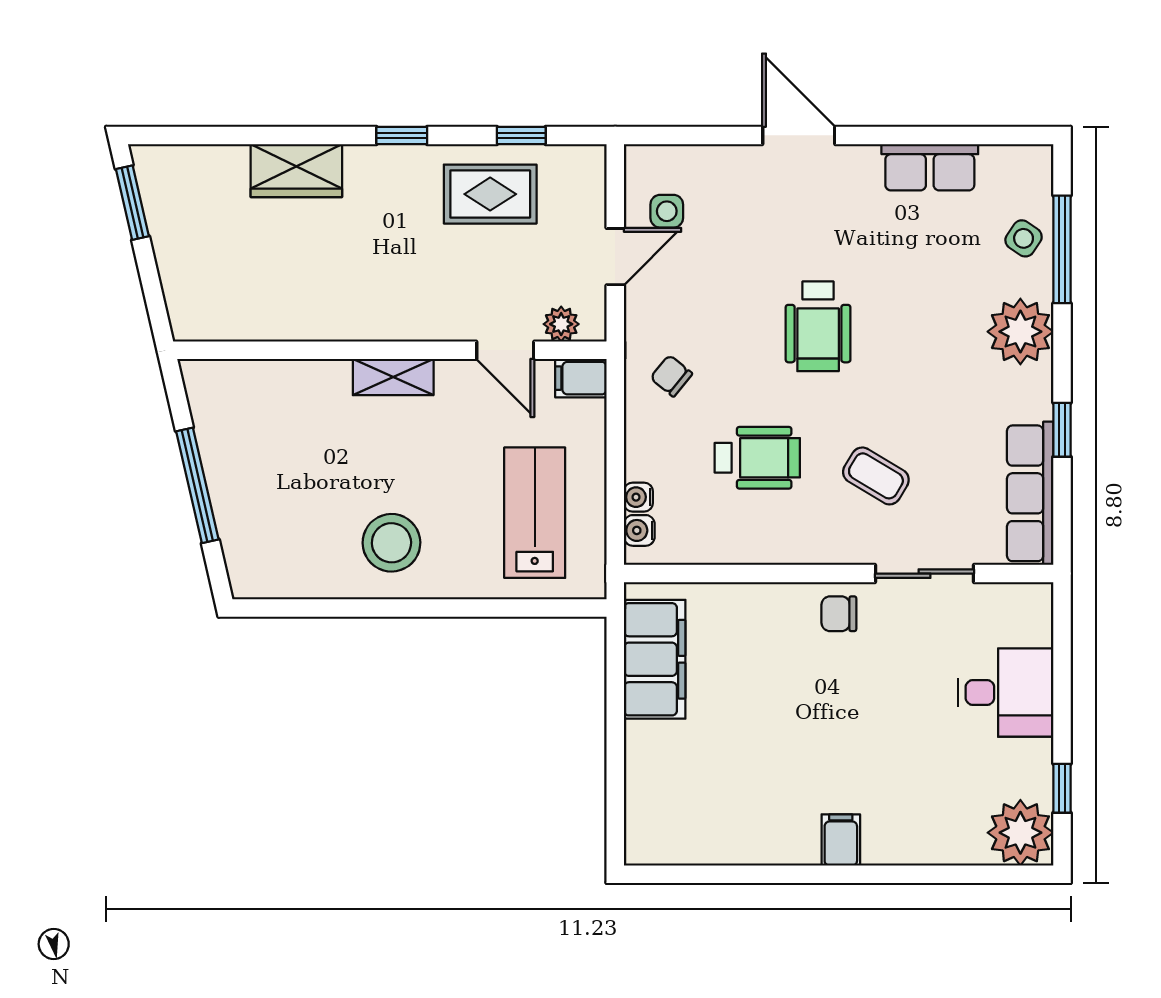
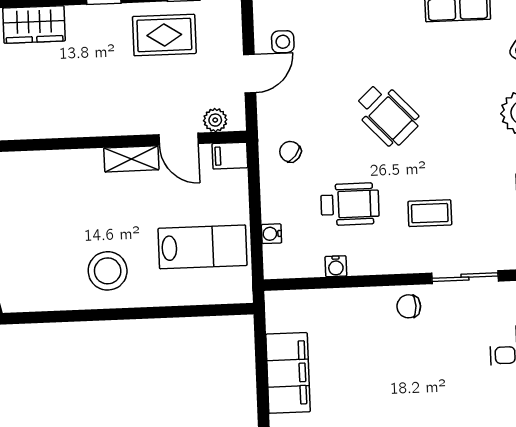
wheelchair: (818, 326) -> (387, 115), turned -43
shelving: (393, 377) -> (131, 159), moved
coffee table: (876, 476) -> (430, 213), turned -31
lab bench: (535, 513) -> (203, 247), turned 90
water cooler: (639, 530) -> (336, 266), moved, turned -90
filing cabinet: (655, 659) -> (288, 373), moved

